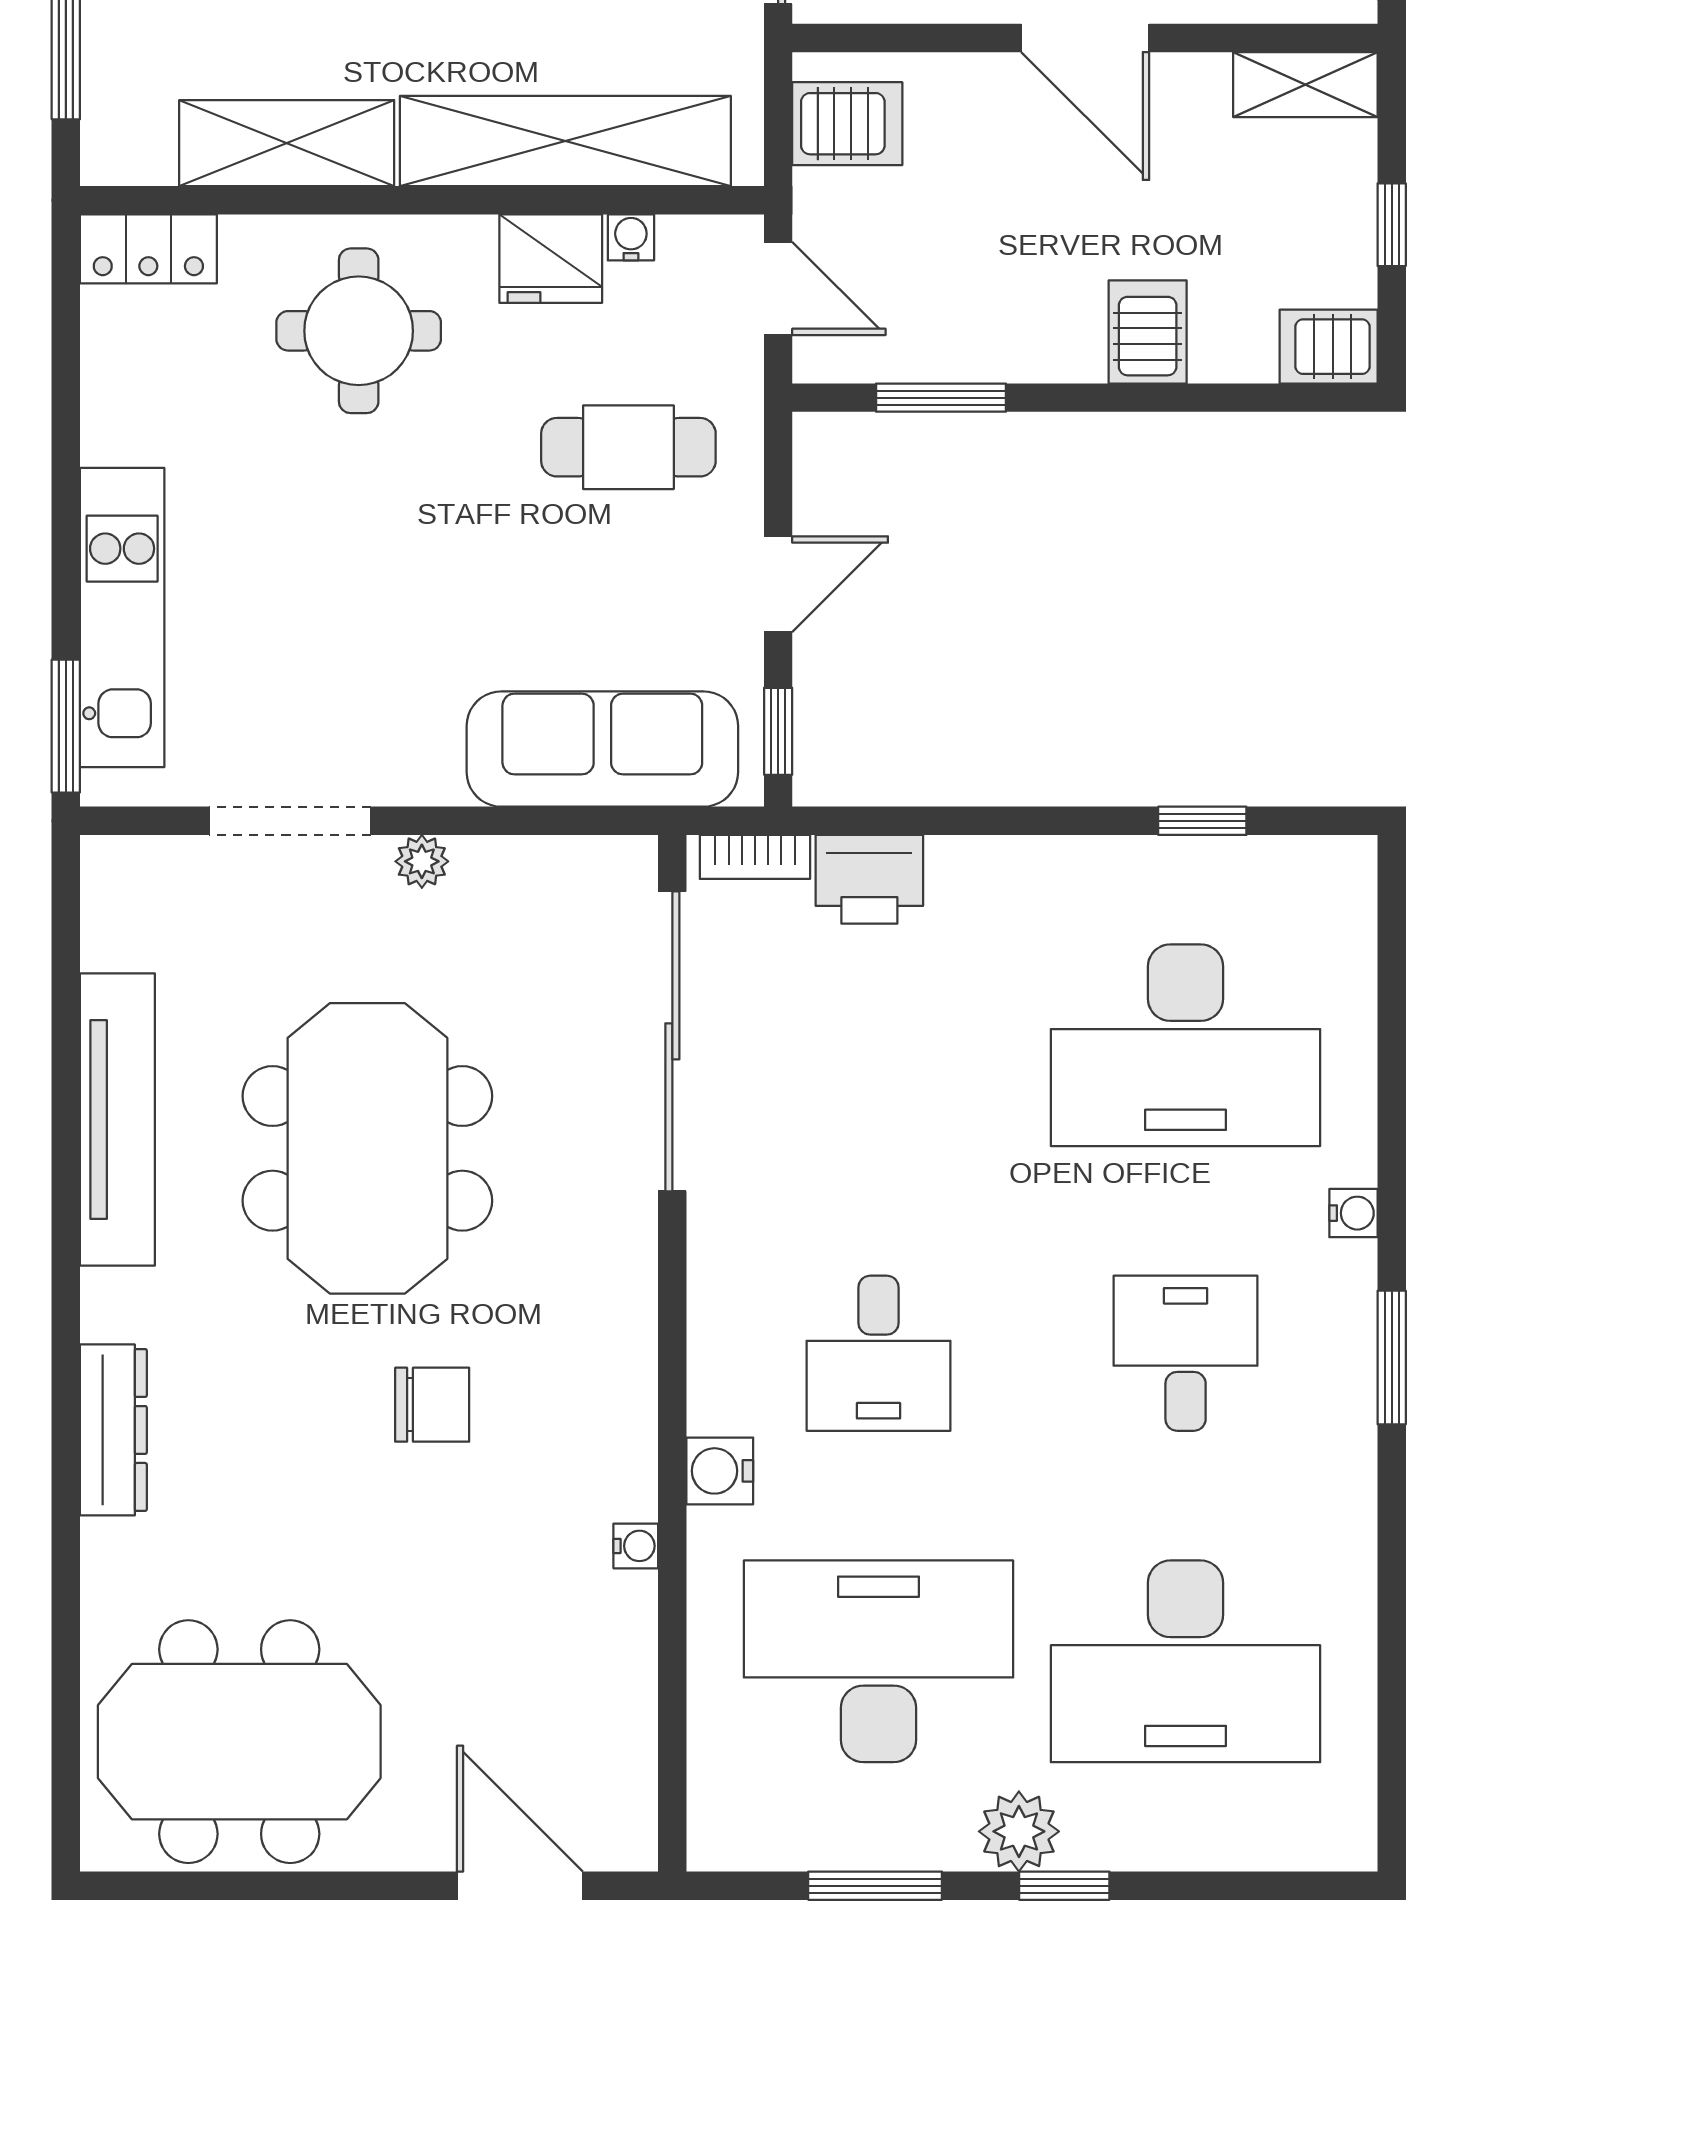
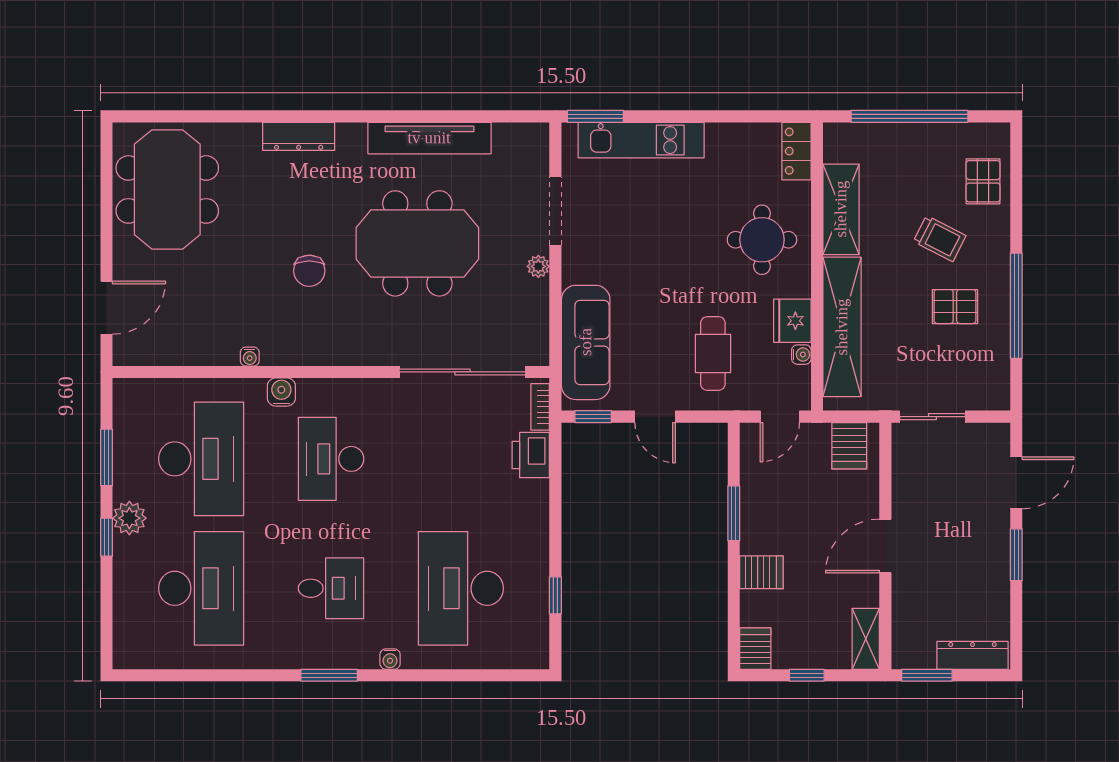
window: (941, 398) -> (734, 513), moved
desk: (878, 1353) -> (331, 459), width x1.37
desk: (1186, 1661) -> (201, 588), turned 180

